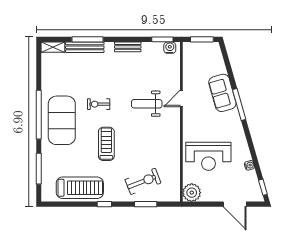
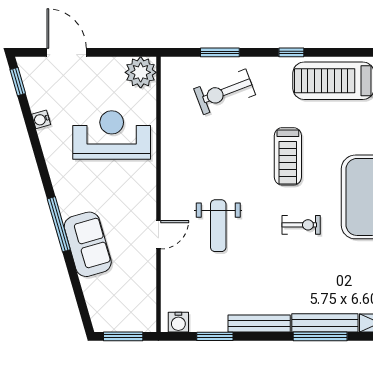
window: (162, 39) -> (215, 336), moved
bench: (128, 47) -> (259, 323), width x1.36
weight bench: (147, 104) -> (218, 226), turned 90

